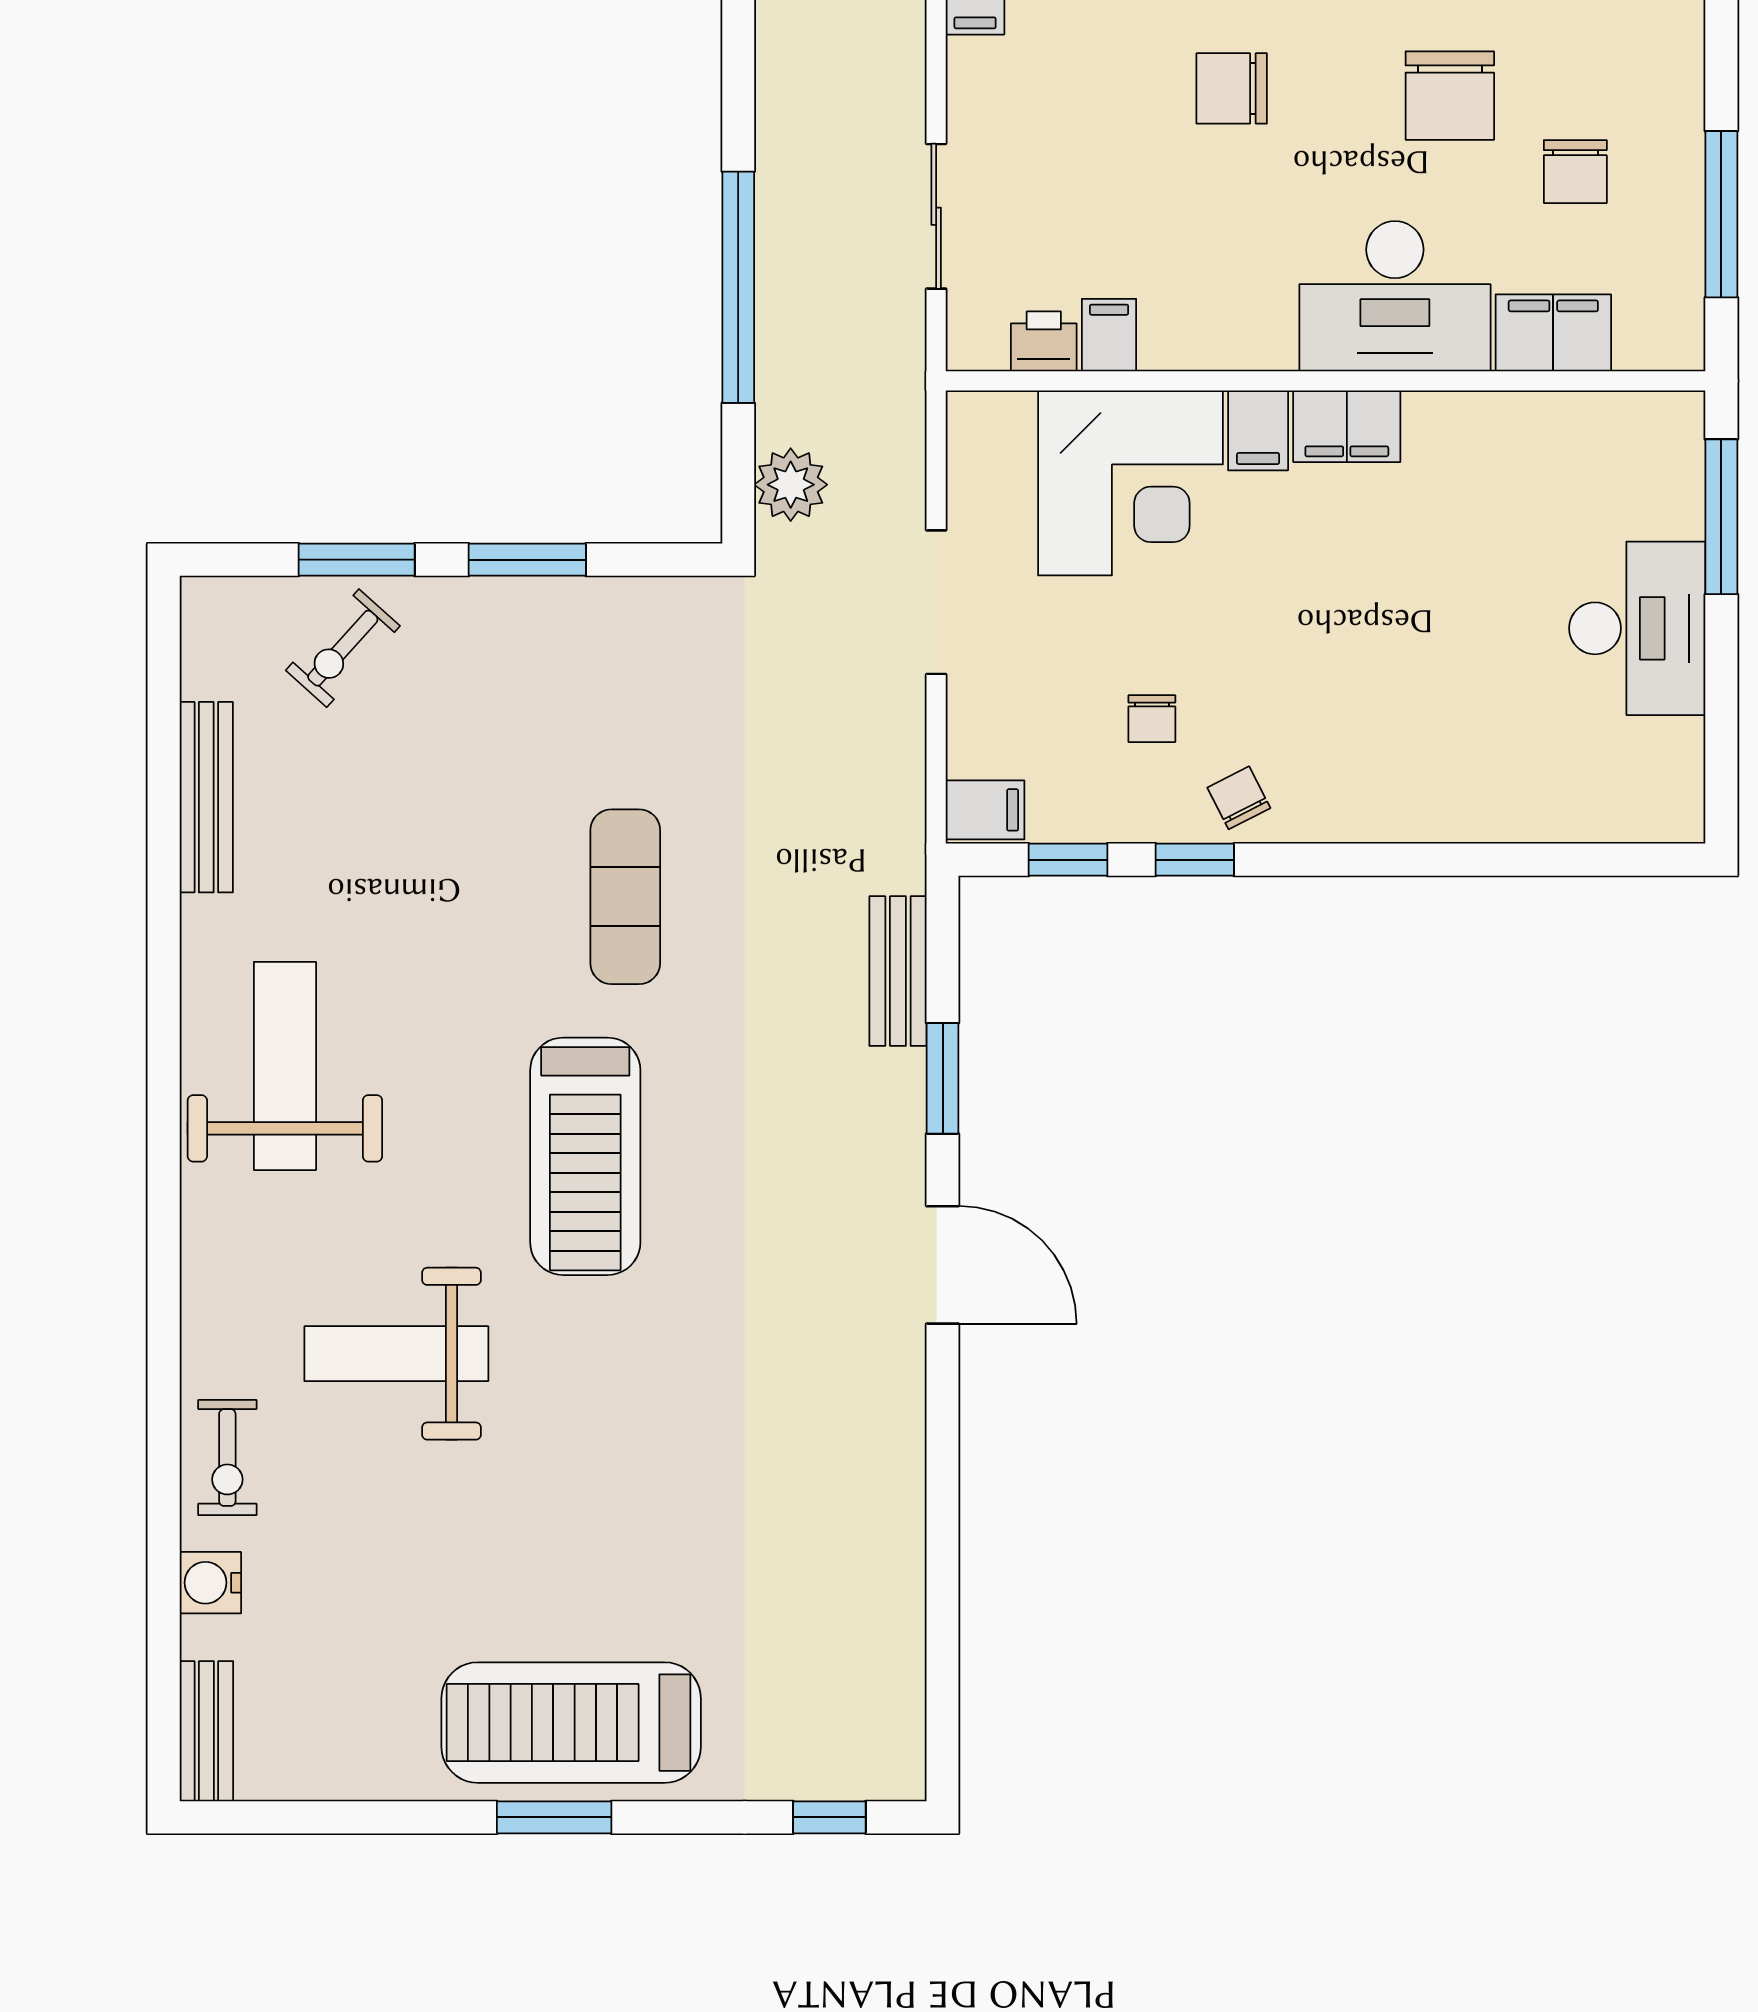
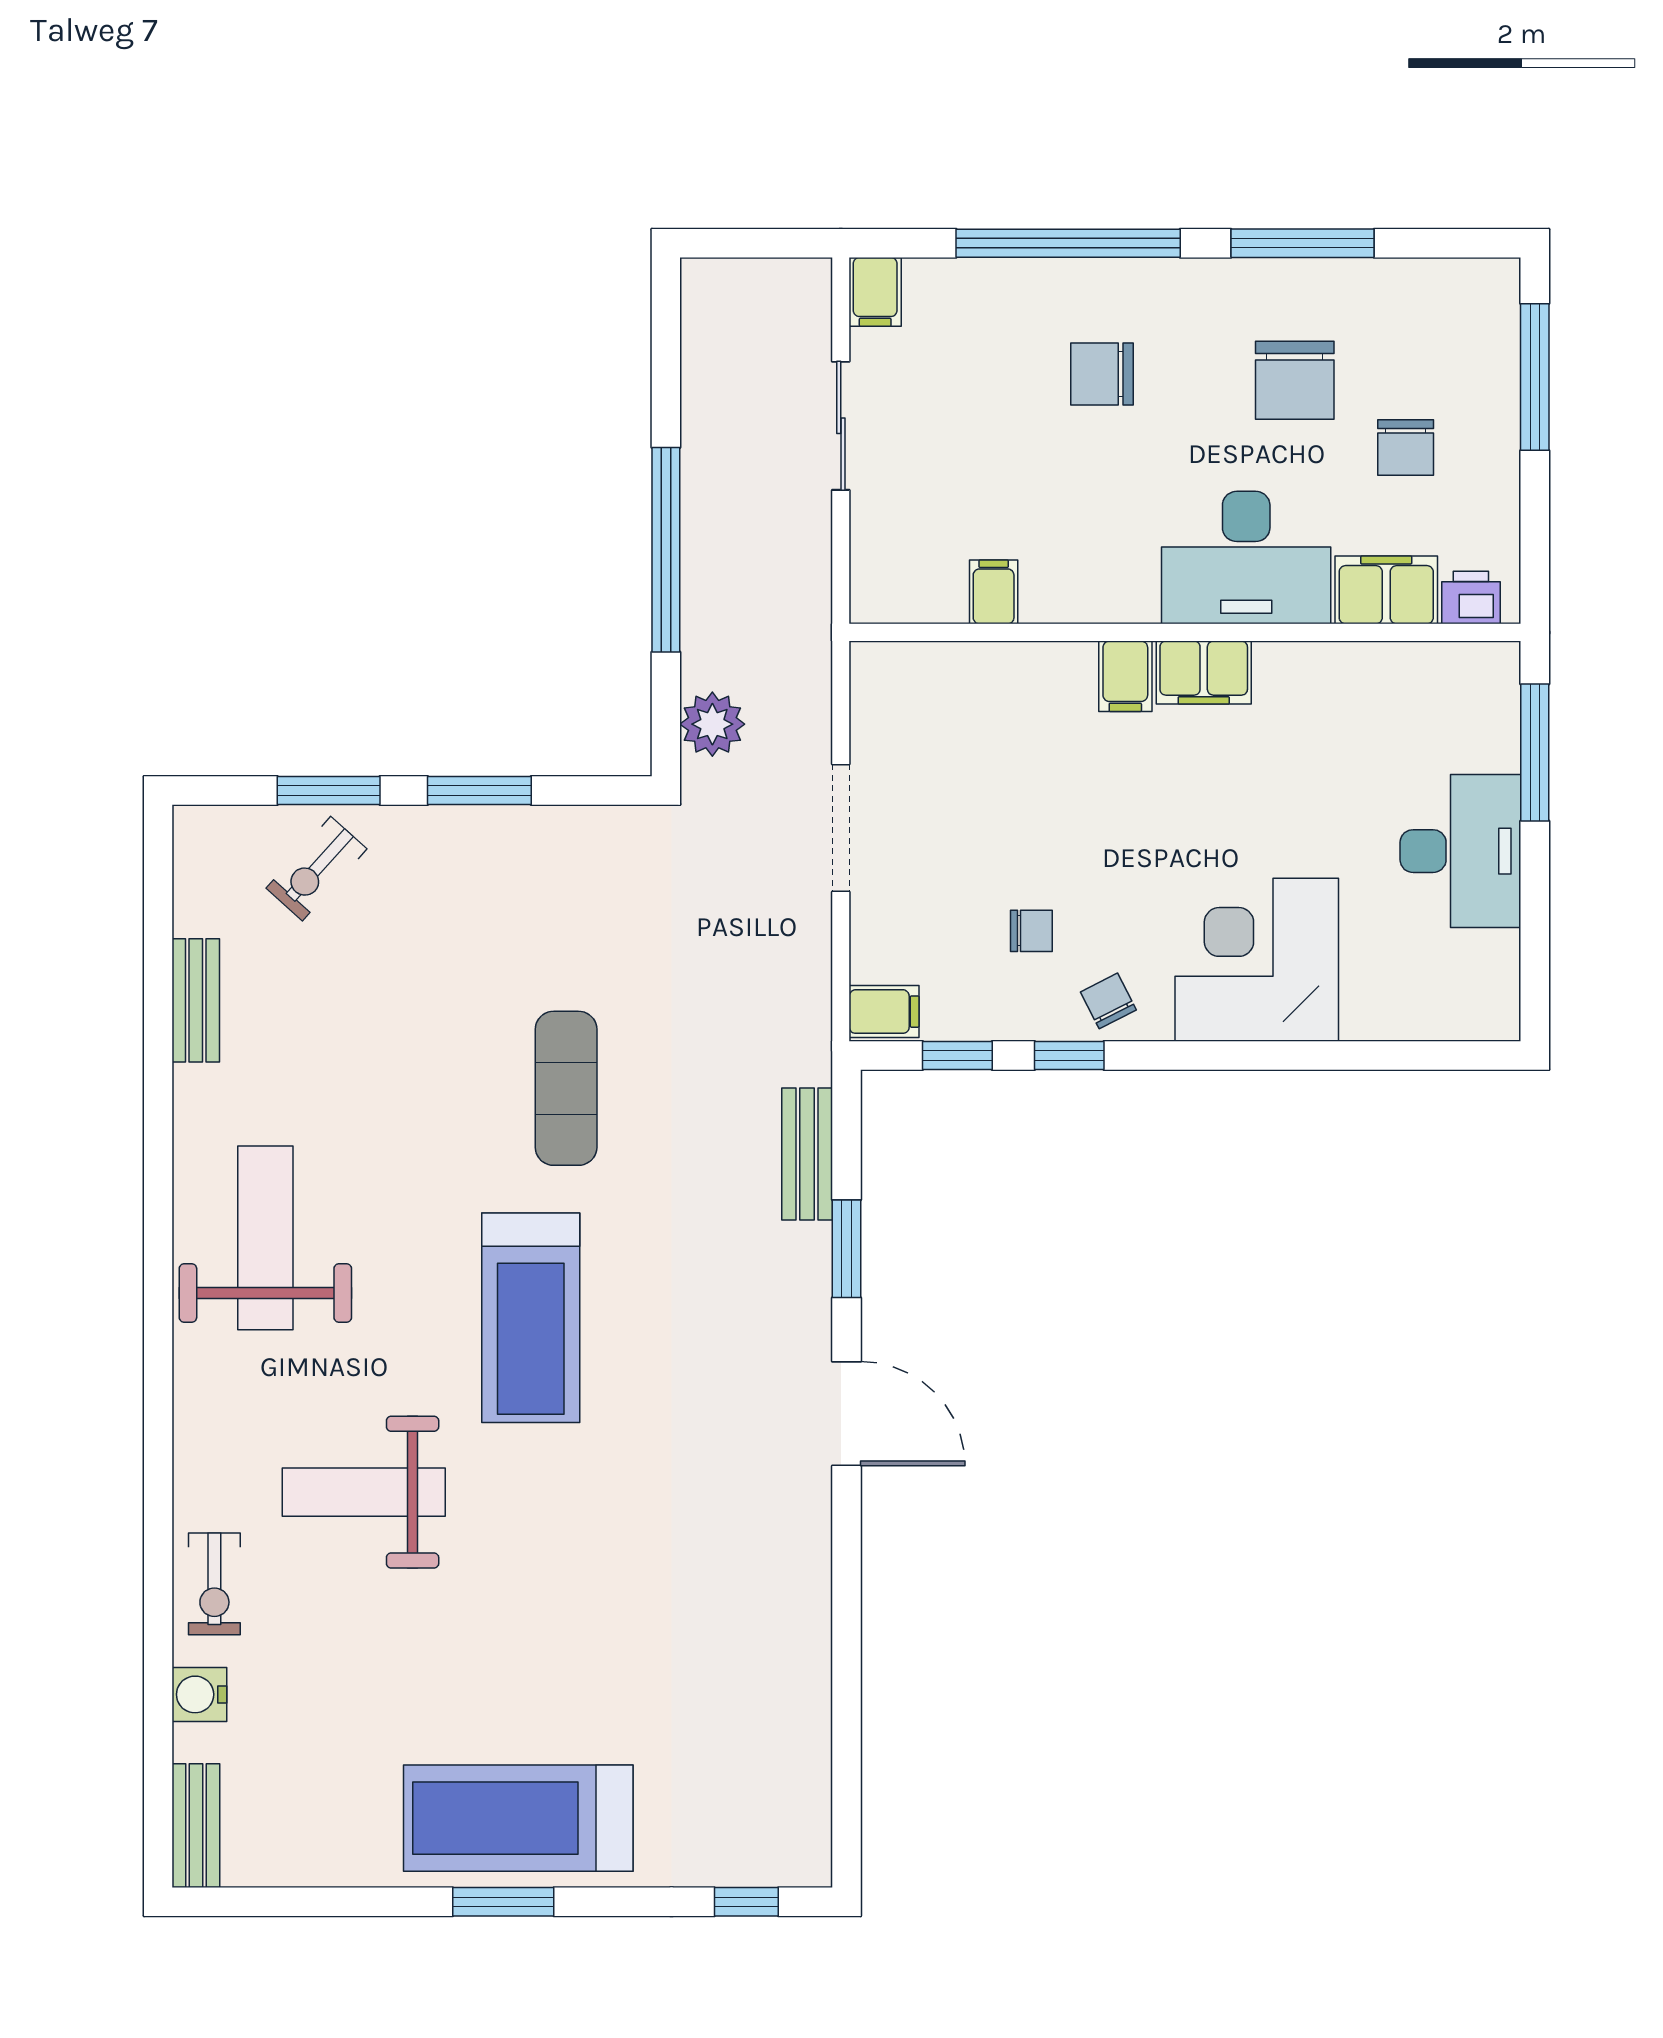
window: (1721, 214) -> (1535, 377), moved
sliding door: (936, 216) -> (841, 426), moved
printer: (1044, 341) -> (1471, 598), moved
corner desk: (1130, 483) -> (1257, 960), moved, turned 180
chair: (1152, 719) -> (1031, 931), turned -90
bench: (206, 797) -> (196, 1000), width x0.73

